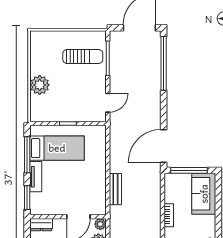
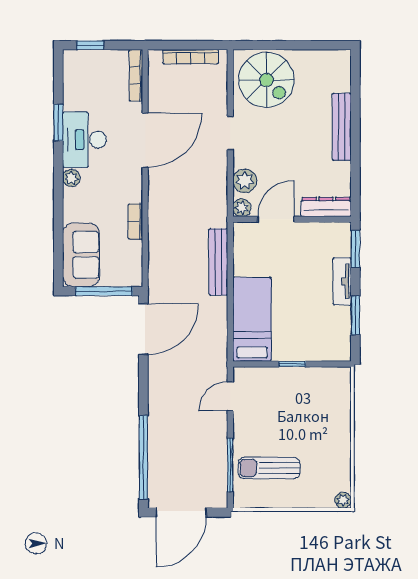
plant: (40, 85) -> (343, 500), moved, width x0.53, depth x0.53
bed: (57, 148) -> (252, 319), moved, turned 90
window: (27, 155) -> (355, 315), width x0.69
bench: (115, 189) -> (218, 262), width x1.36
dresser: (41, 225) -> (326, 207), width x1.44

